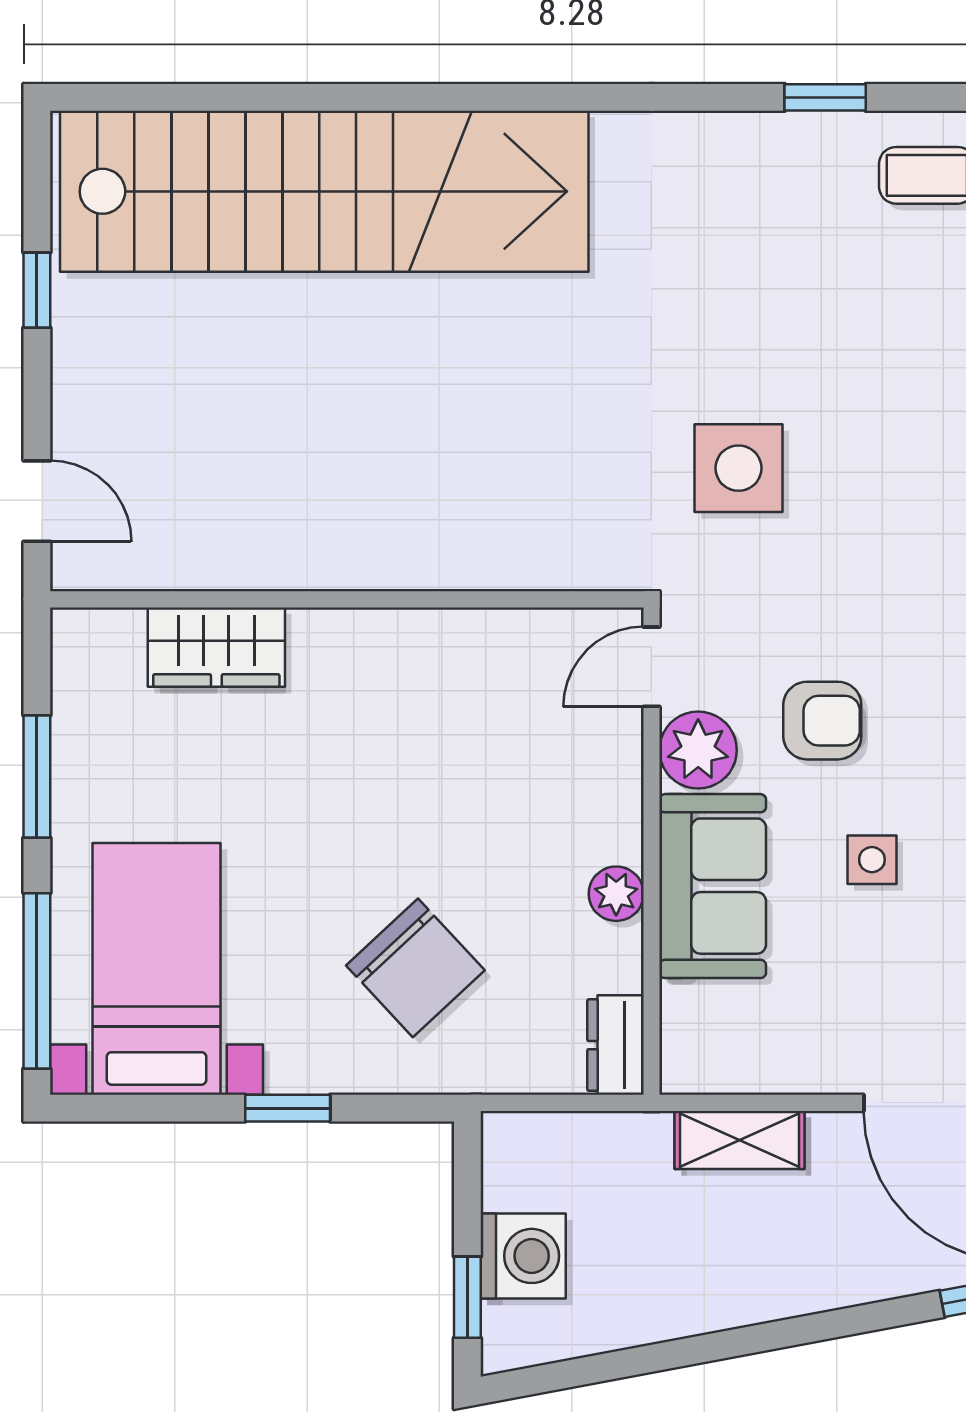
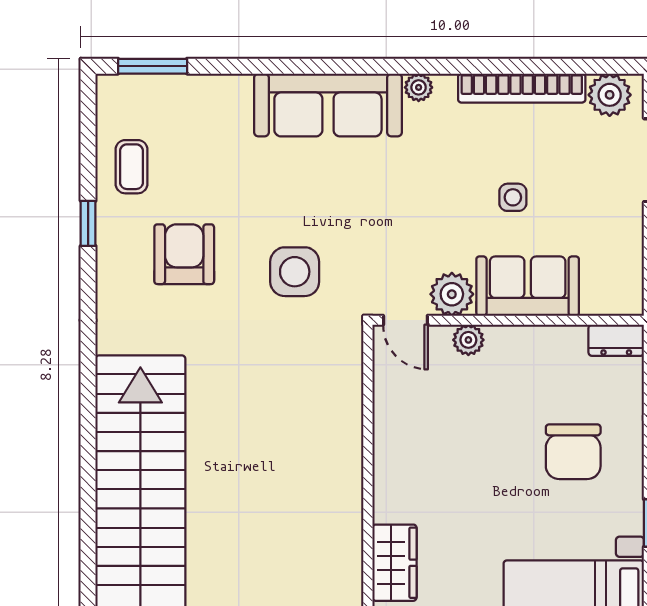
armchair: (822, 721) -> (184, 254), moved, width x1.38, depth x1.38
plant: (616, 894) -> (468, 340), moved
chair: (415, 968) -> (573, 452), turned 133

